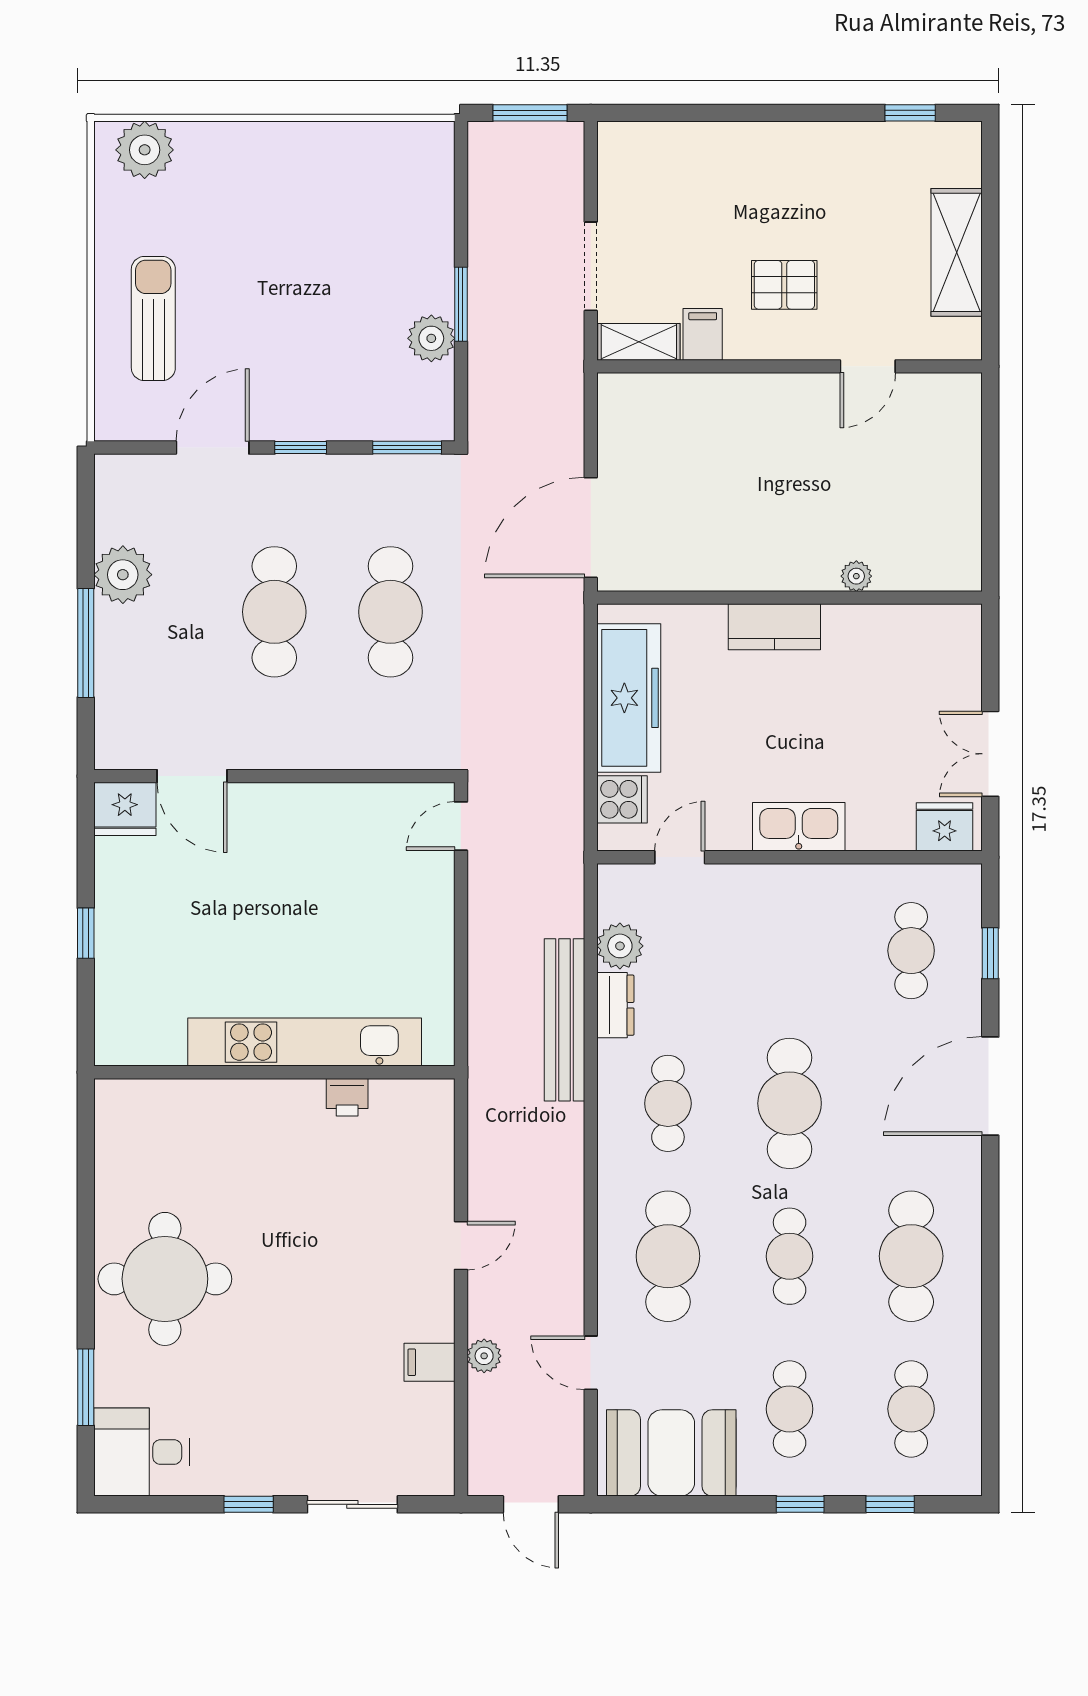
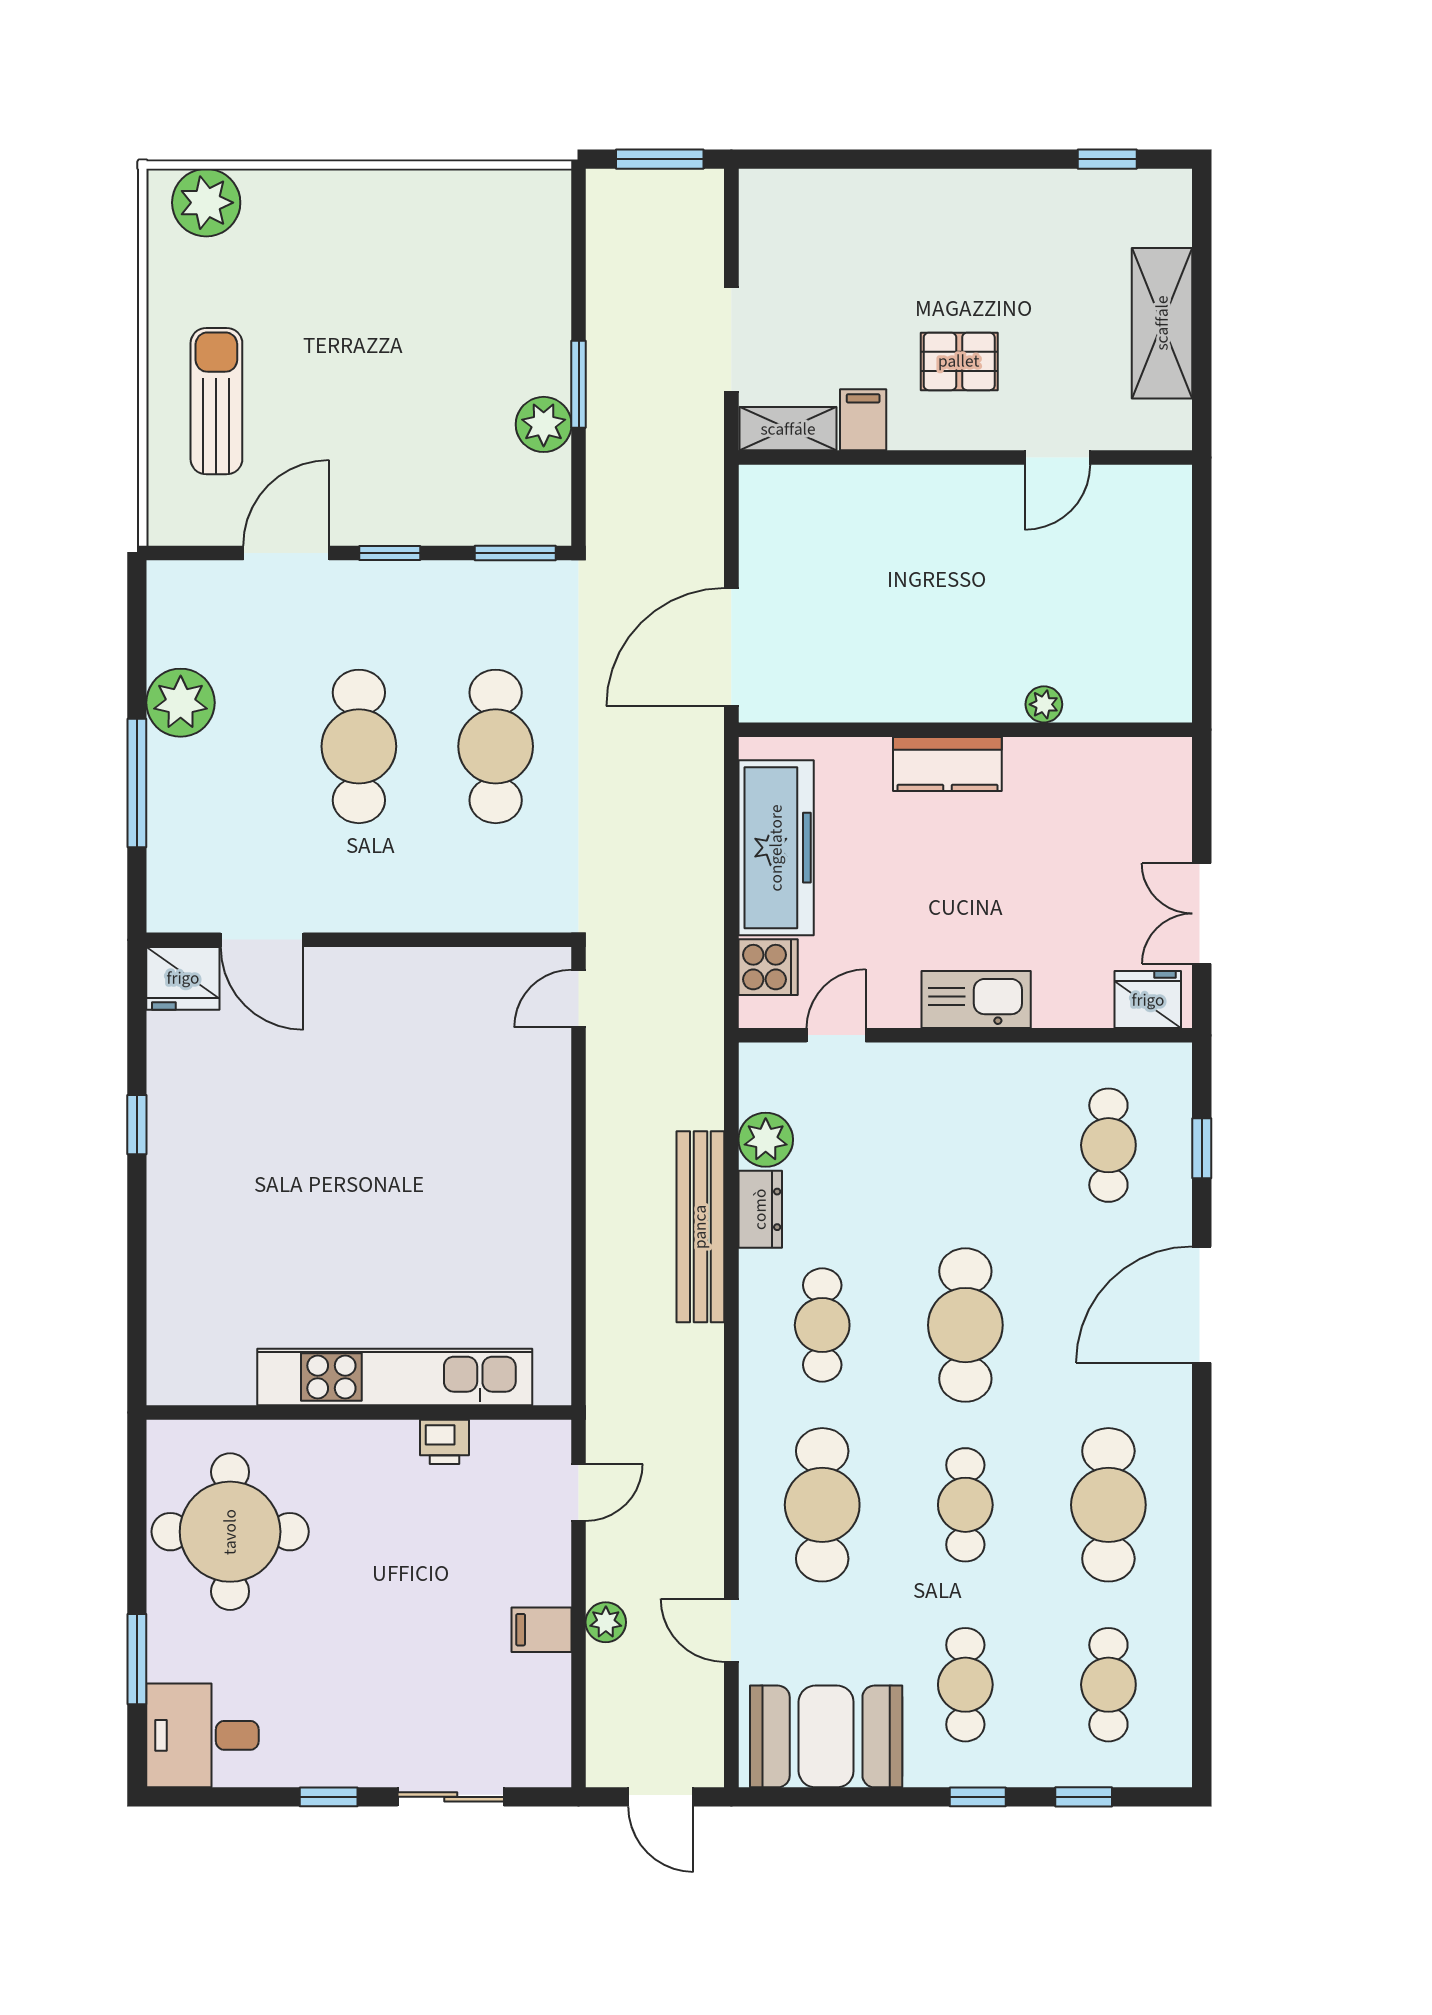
kitchen unit: (305, 1042) -> (395, 1377), moved
wall: (274, 1072) -> (359, 1413), moved
printer: (347, 1097) -> (444, 1442), moved

